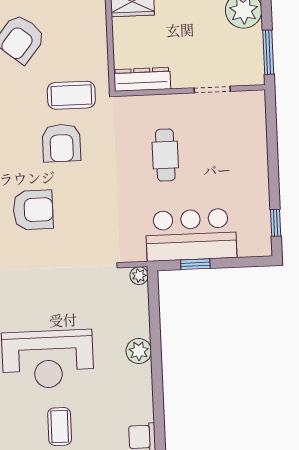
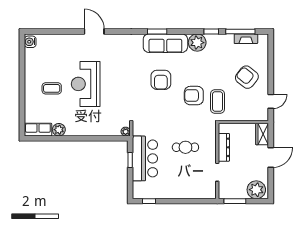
dresser: (142, 79) -> (224, 147), moved
plant: (139, 351) -> (59, 130), moved

